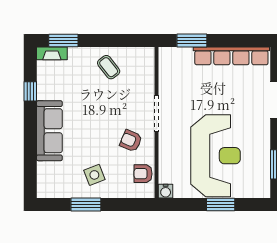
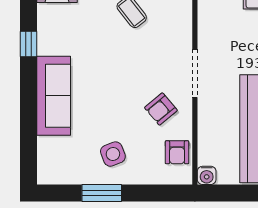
armchair: (131, 141) -> (161, 109), turned -63
armchair: (143, 174) -> (177, 152), turned -90

